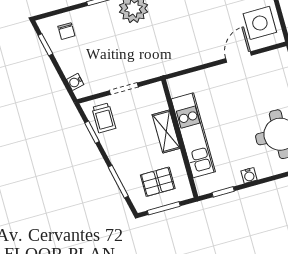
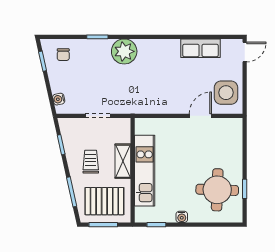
trolley: (104, 118) -> (91, 162), moved, turned 180
pallet: (158, 182) -> (104, 201), width x1.50, depth x1.42

